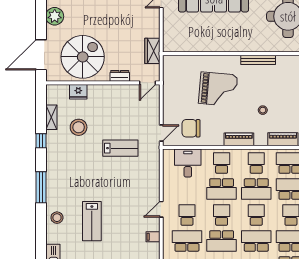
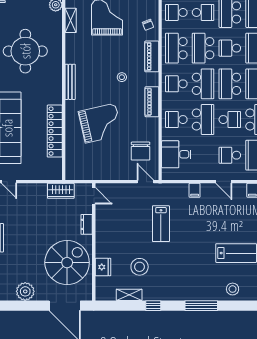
locker: (210, 45) -> (55, 131), added
spiral stairs: (83, 57) -> (67, 263), turned 90
grand piano: (218, 89) -> (100, 123), turned 72
lab bench: (120, 148) -> (161, 224), turned 180
filing cabinet: (153, 181) -> (195, 190), added
school desk: (222, 215) -> (230, 120), turned 180
school desk: (256, 215) -> (230, 84), width x1.85

